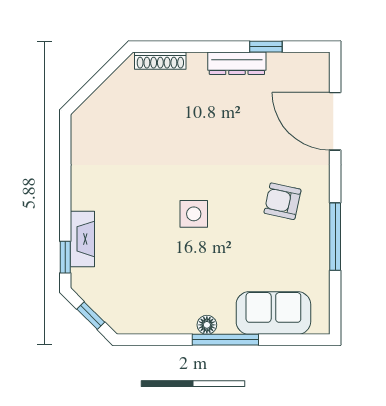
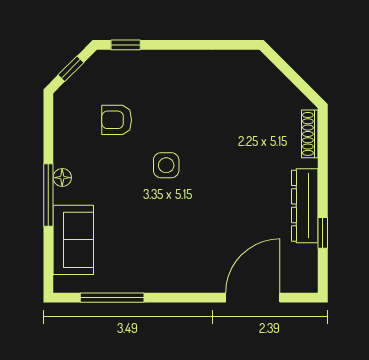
dresser: (237, 63) -> (305, 206), width x1.37, depth x1.24
armchair: (282, 201) -> (117, 120), moved, turned -102
window: (335, 237) -> (112, 298), moved
fireplace: (82, 239) -> (143, 61), removed

